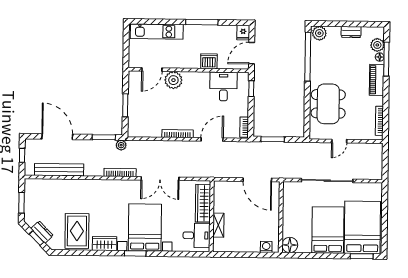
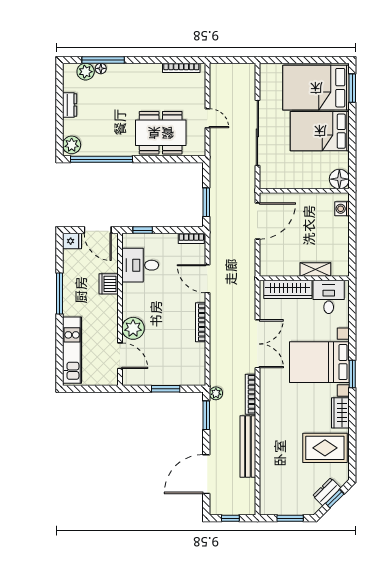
piano: (377, 80) -> (130, 72), removed
bench: (59, 170) -> (248, 447), moved

